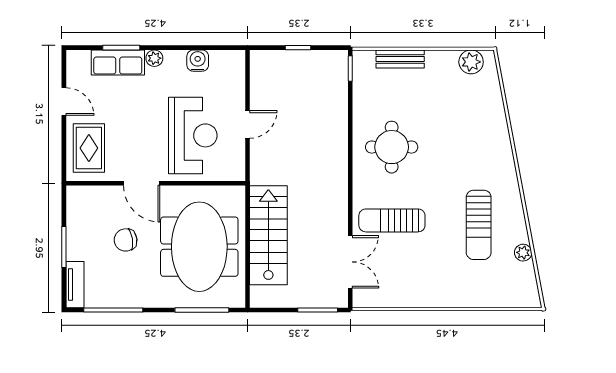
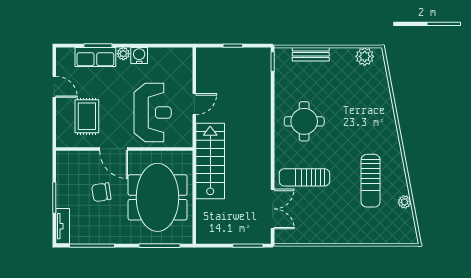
water cooler: (198, 61) -> (139, 55), moved
rug: (89, 148) -> (87, 116), moved
stairs: (268, 235) -> (210, 161), moved

